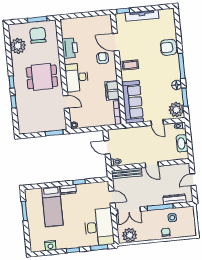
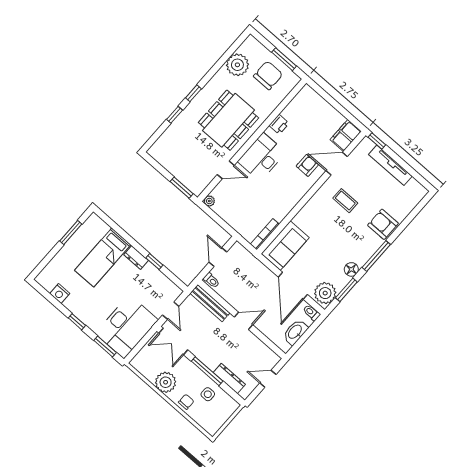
door: (116, 42) -> (337, 164), hinge flipped
printer: (70, 48) -> (279, 124), width x0.53, depth x0.68
coffee table: (130, 65) -> (345, 201), moved
dining table: (42, 77) -> (228, 120), width x1.38
filing cabinet: (112, 91) -> (346, 135), moved
door: (66, 102) -> (226, 170), hinge flipped
sofa: (133, 102) -> (285, 246), width x0.73
door: (157, 123) -> (293, 286), width x1.87
door: (152, 165) -> (243, 321), swing flipped
plant: (130, 235) -> (166, 382), moved

